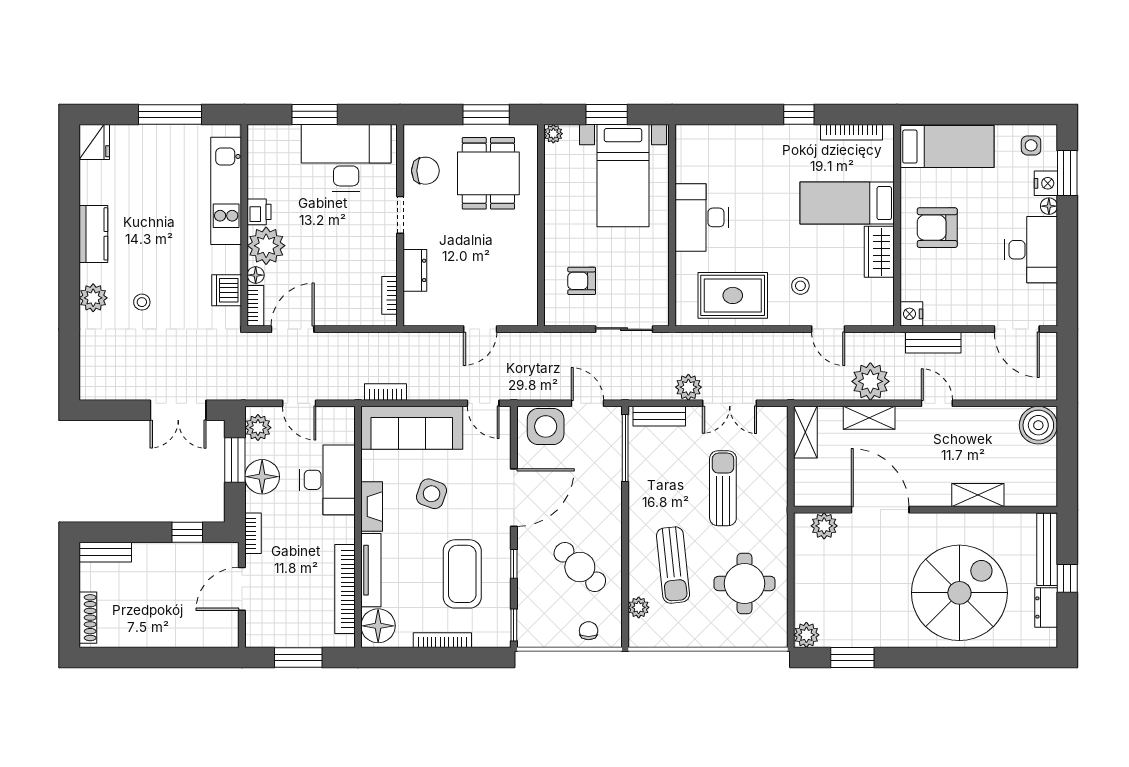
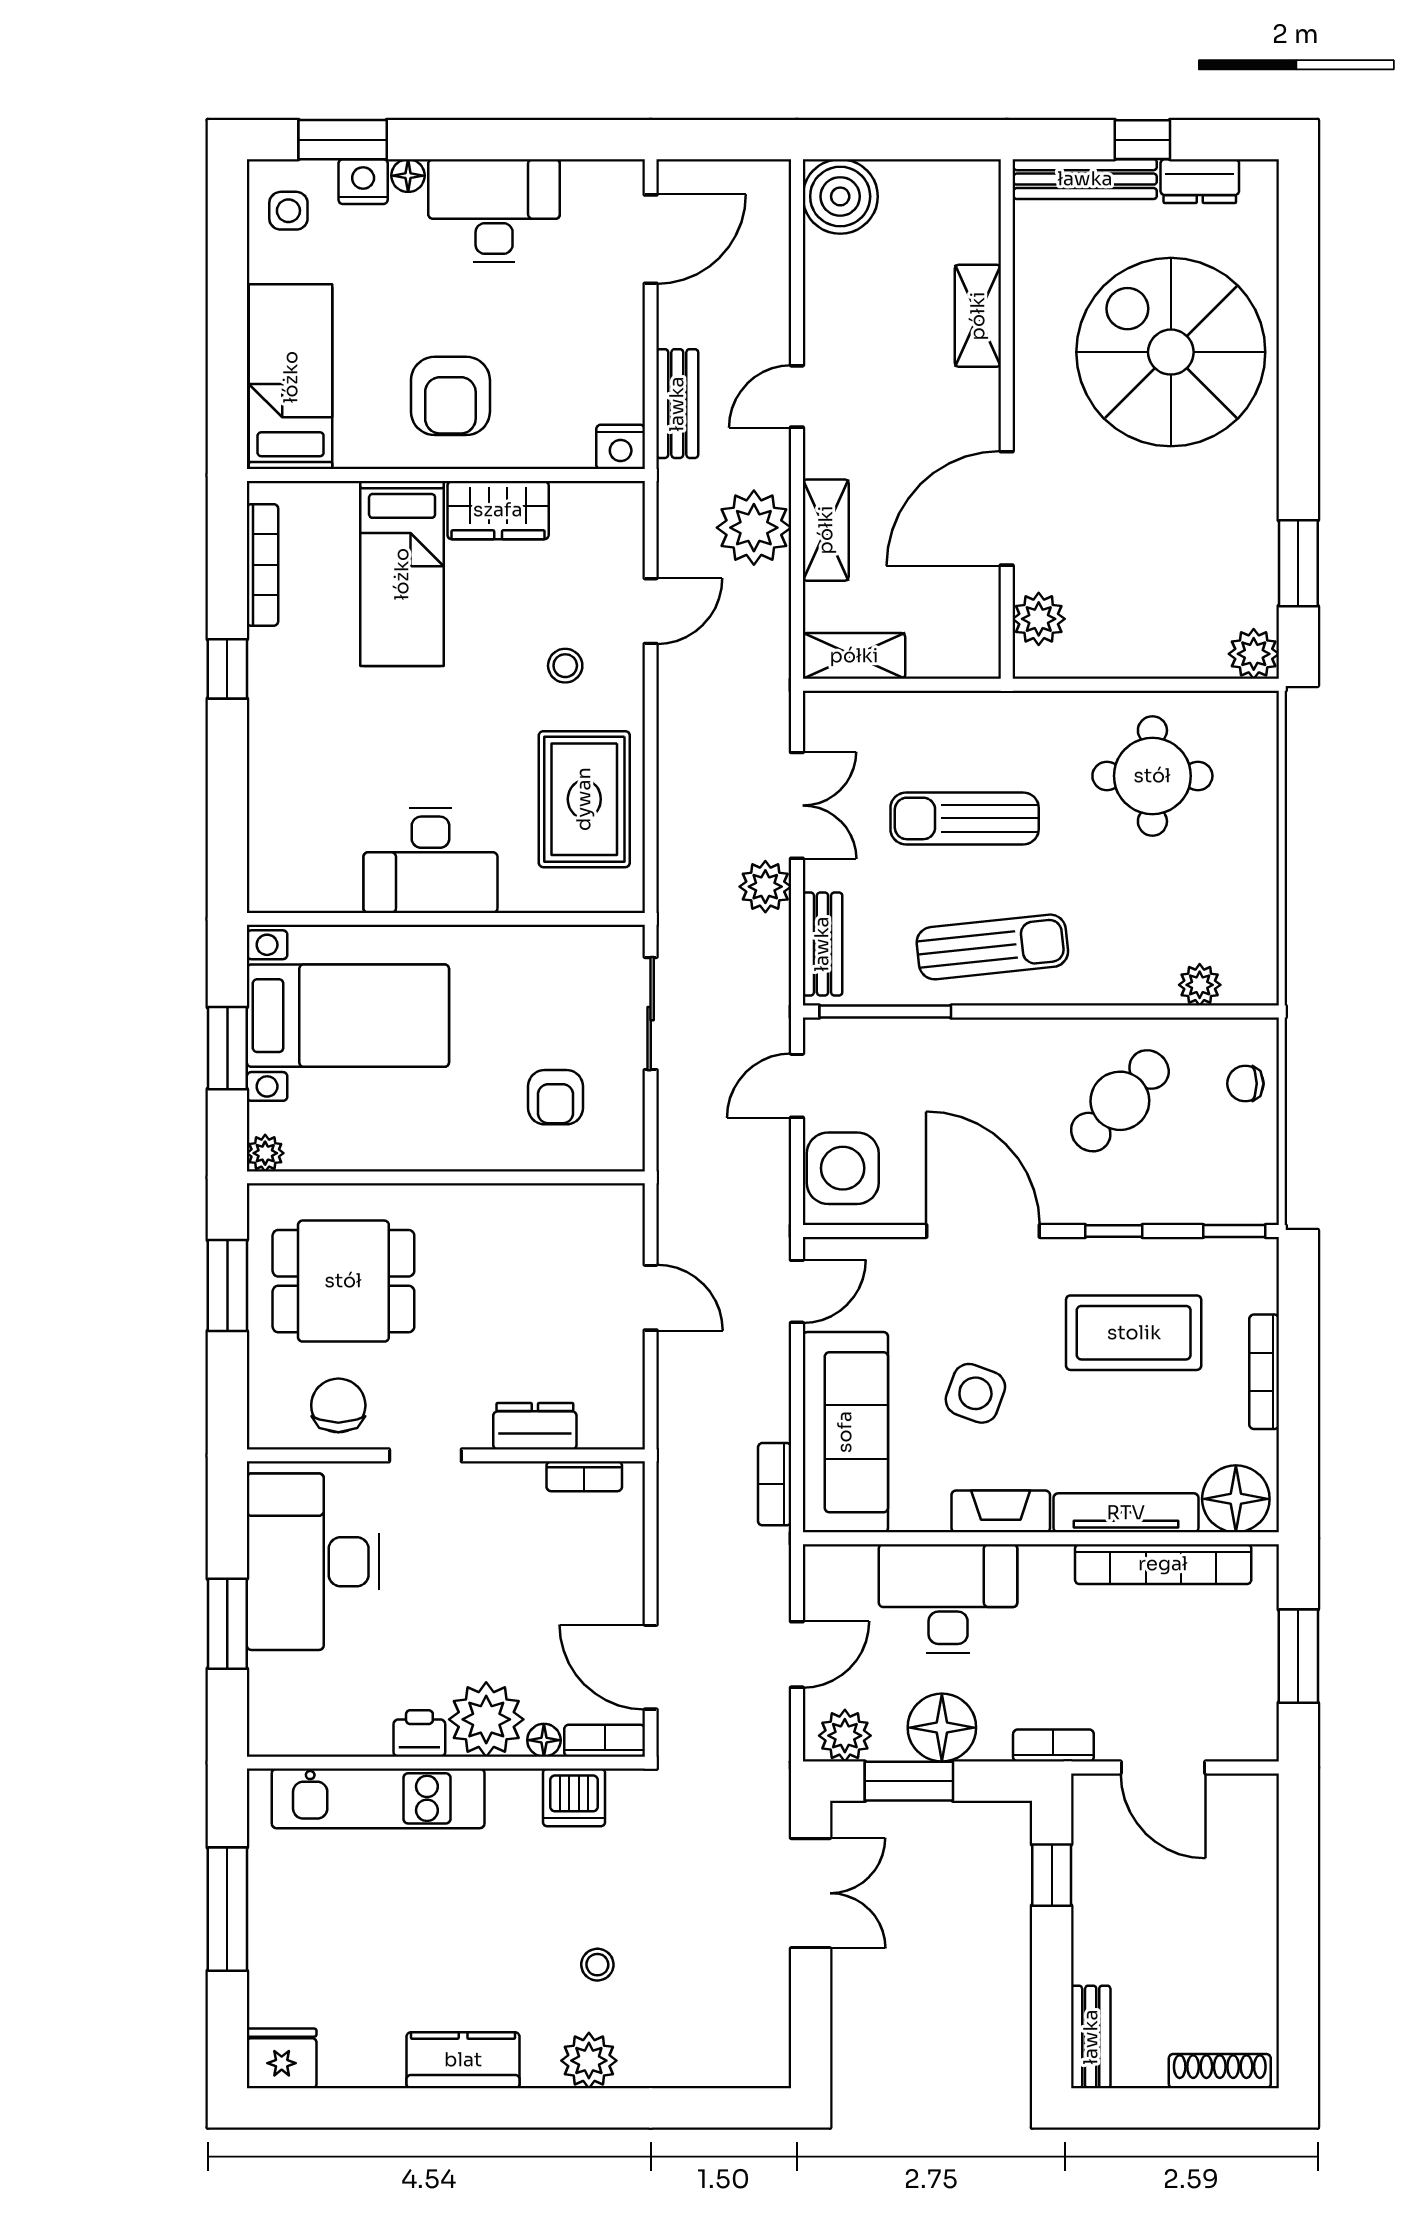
sun lounger: (673, 565) -> (992, 947), moved

